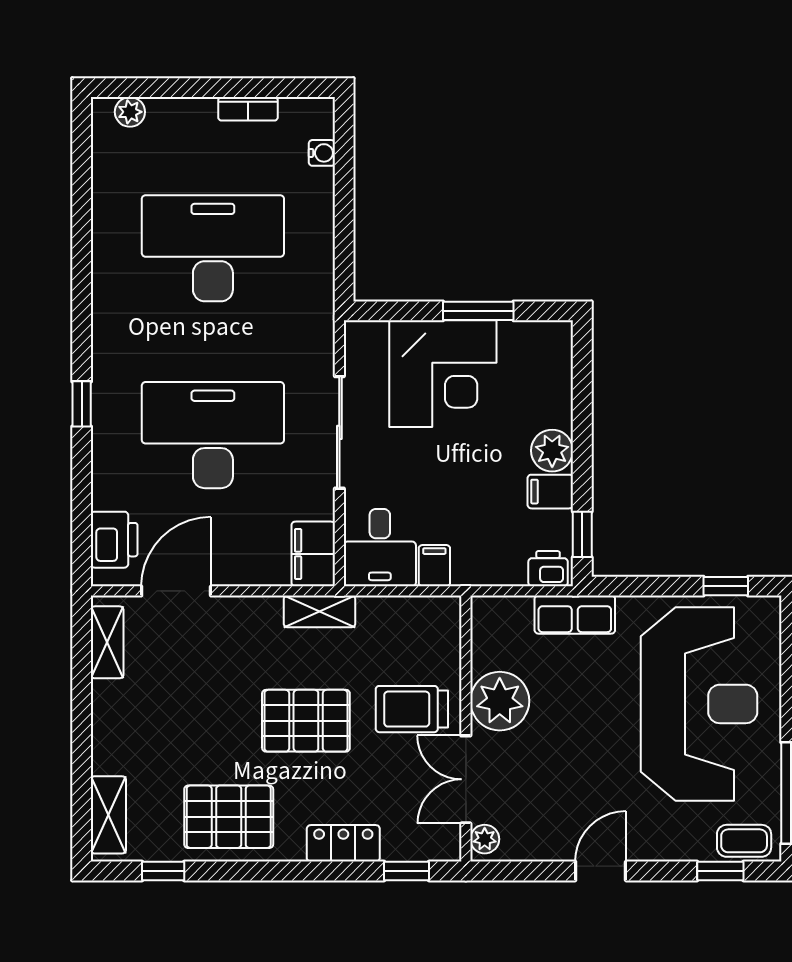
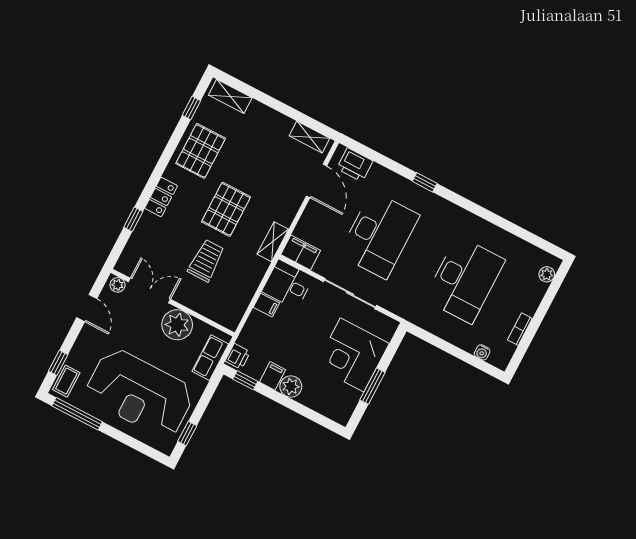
plant: (500, 701) -> (177, 325), moved
wall: (466, 729) -> (173, 303), moved
double door: (466, 779) -> (149, 291), moved
plant: (485, 839) -> (118, 285), moved

